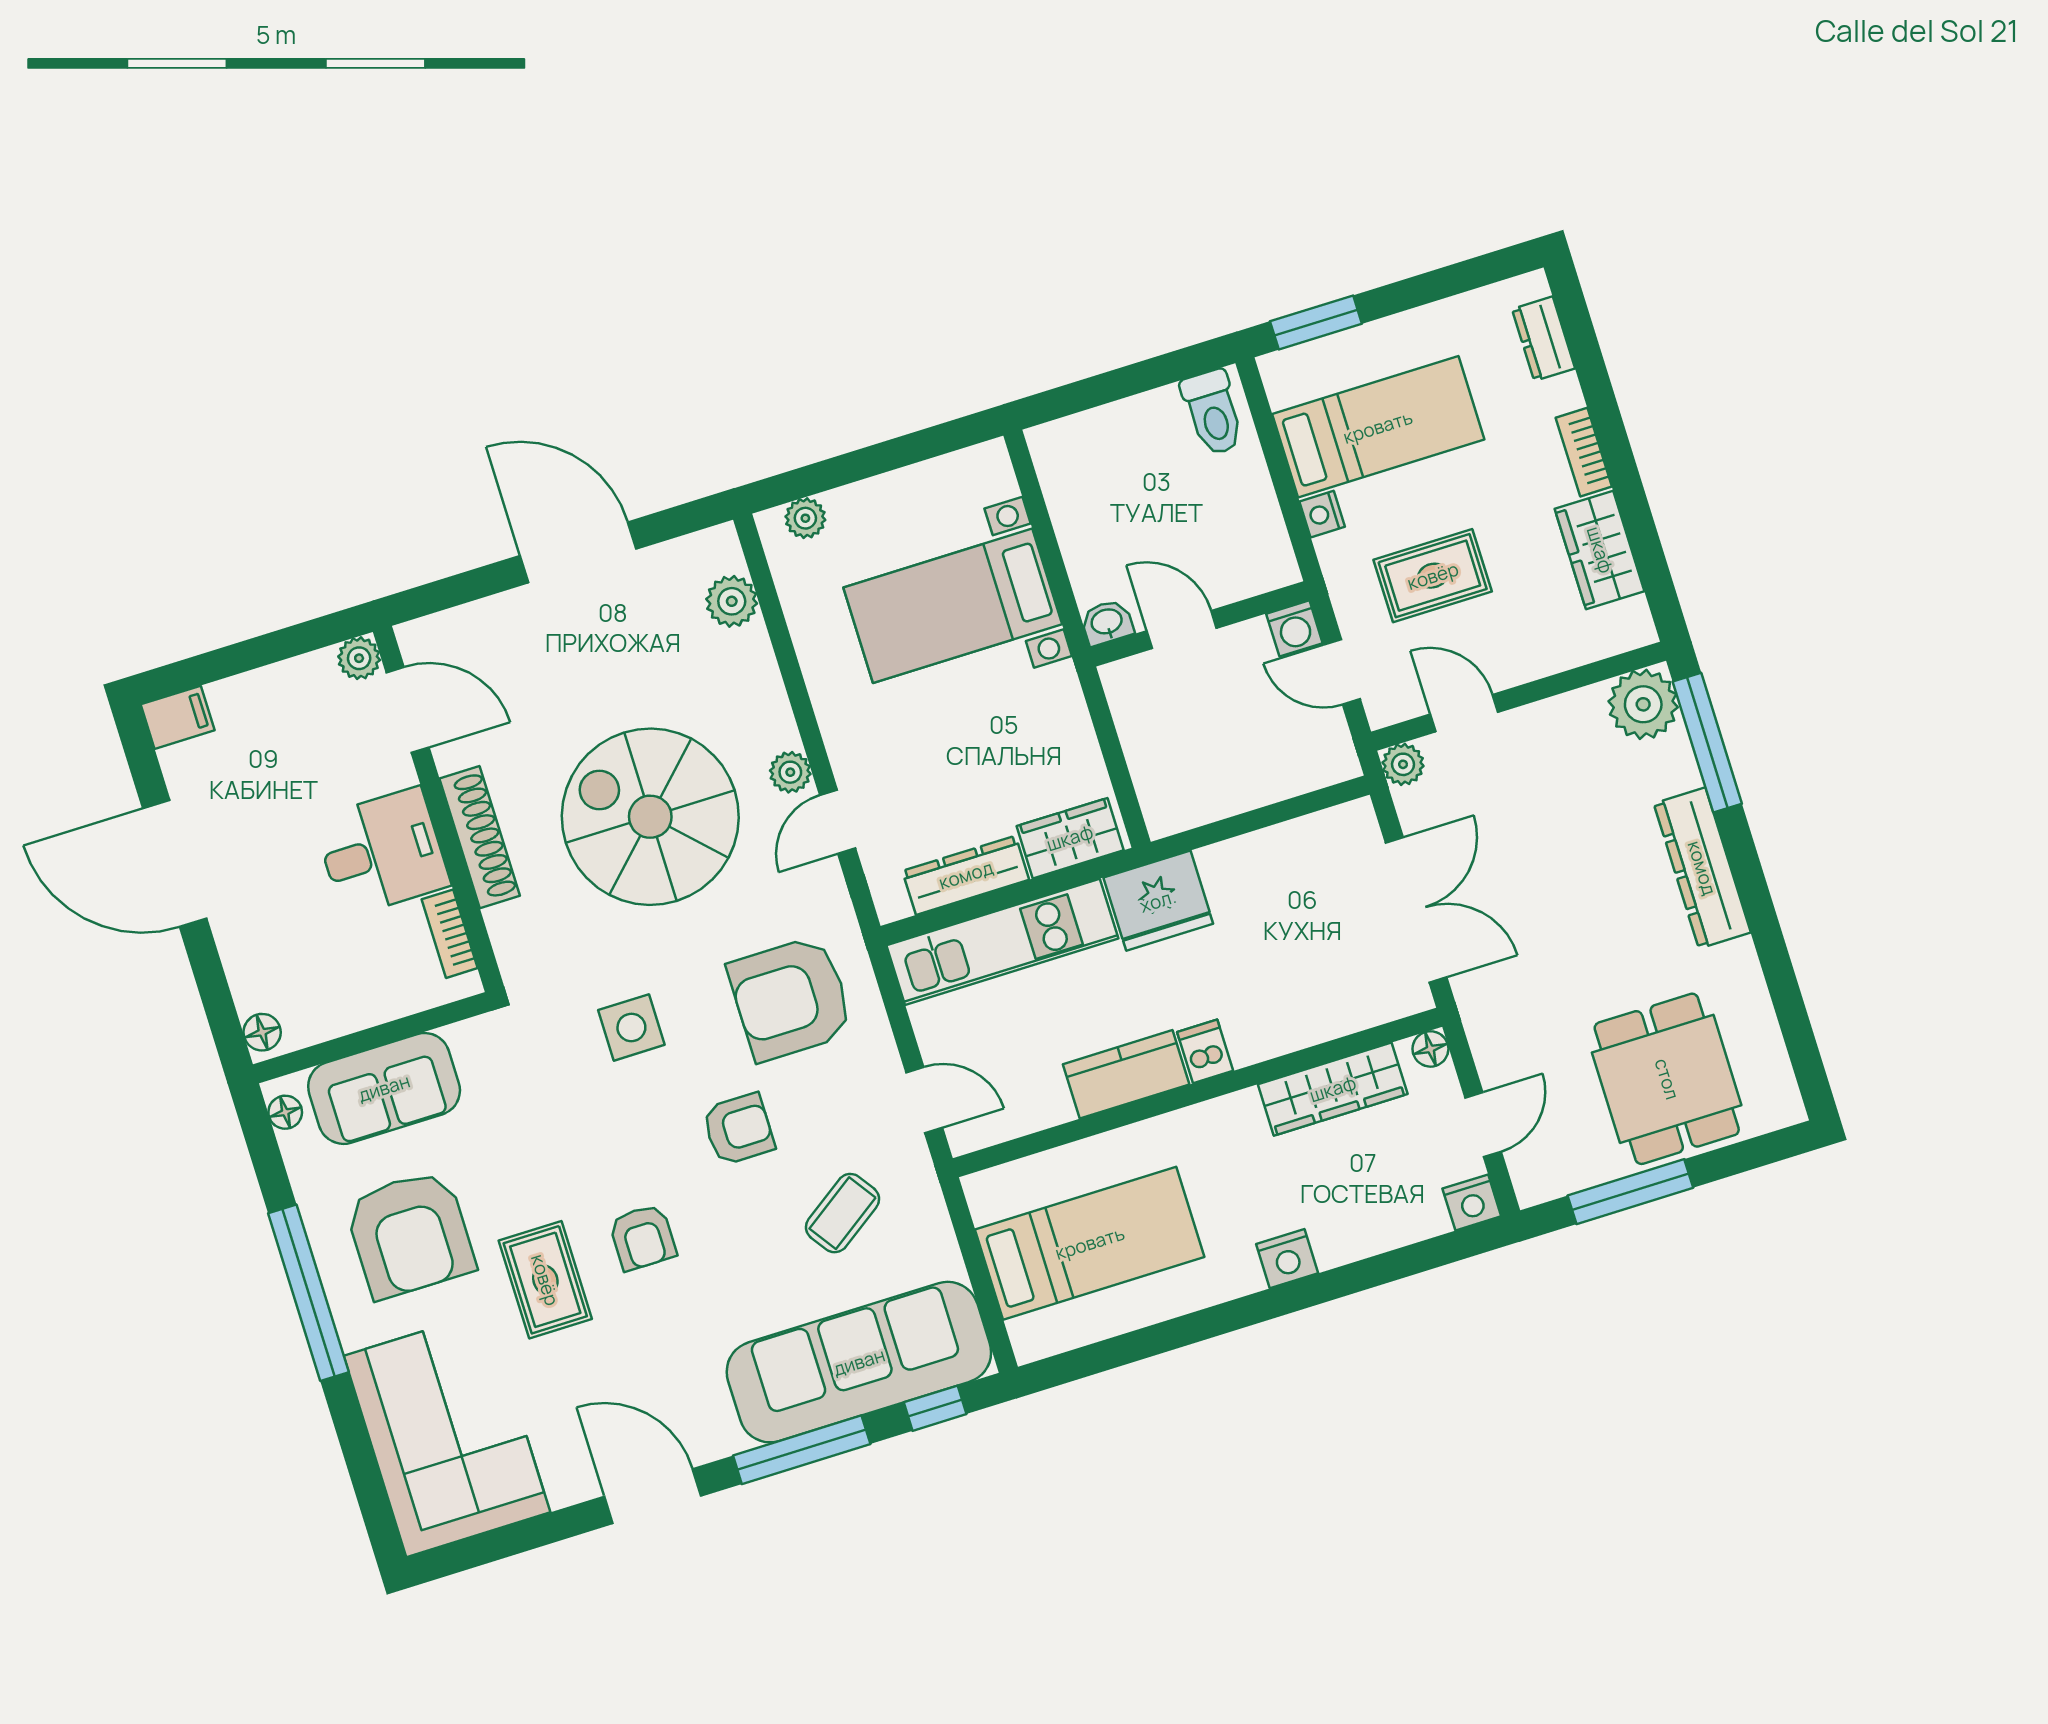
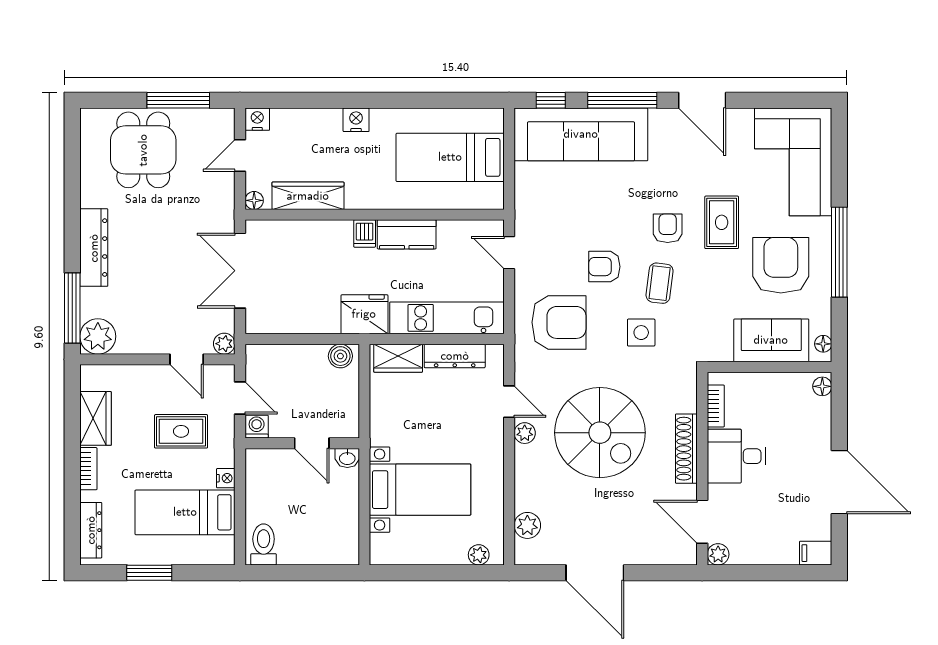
window: (1316, 323) -> (149, 573), moved
dresser: (1544, 339) -> (91, 530), width x1.44
boiler: (1179, 809) -> (340, 356), added
door: (838, 822) -> (509, 402), hinge flipped
coffee table: (843, 1213) -> (660, 283), moved, turned -48

